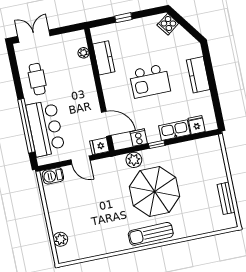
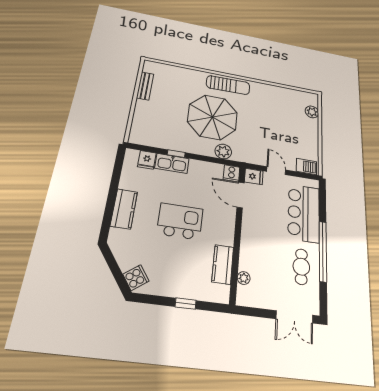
window: (26, 126) -> (323, 251), moved
cooker: (139, 138) -> (232, 173), moved
window: (157, 144) -> (176, 154), moved

